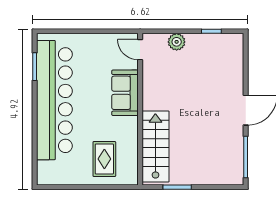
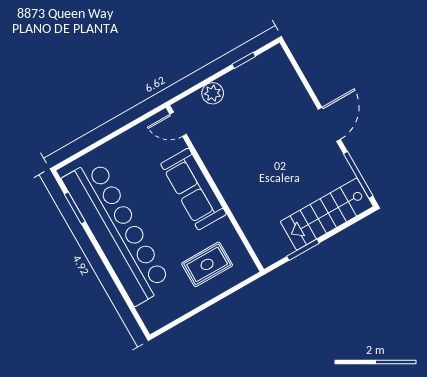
sofa: (125, 93) -> (193, 189), width x1.36
stairs: (155, 146) -> (327, 214), moved, turned -90
rug: (104, 159) -> (207, 264), turned 90

